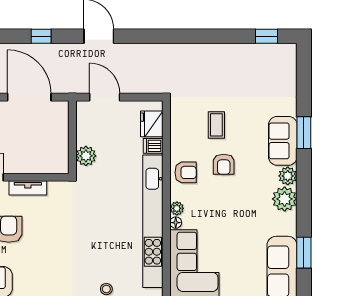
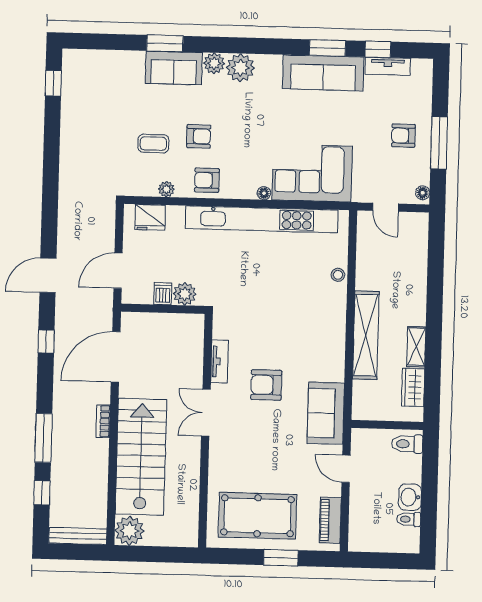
dishwasher: (153, 146) -> (163, 294), moved, turned 180
armchair: (186, 172) -> (207, 180), turned -90
plant: (177, 208) -> (166, 189), moved
window: (304, 253) -> (327, 48), moved

